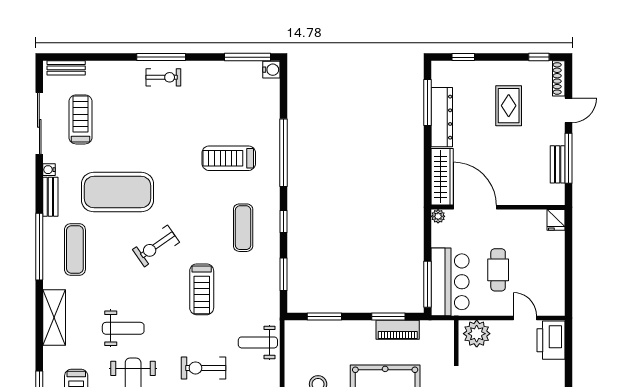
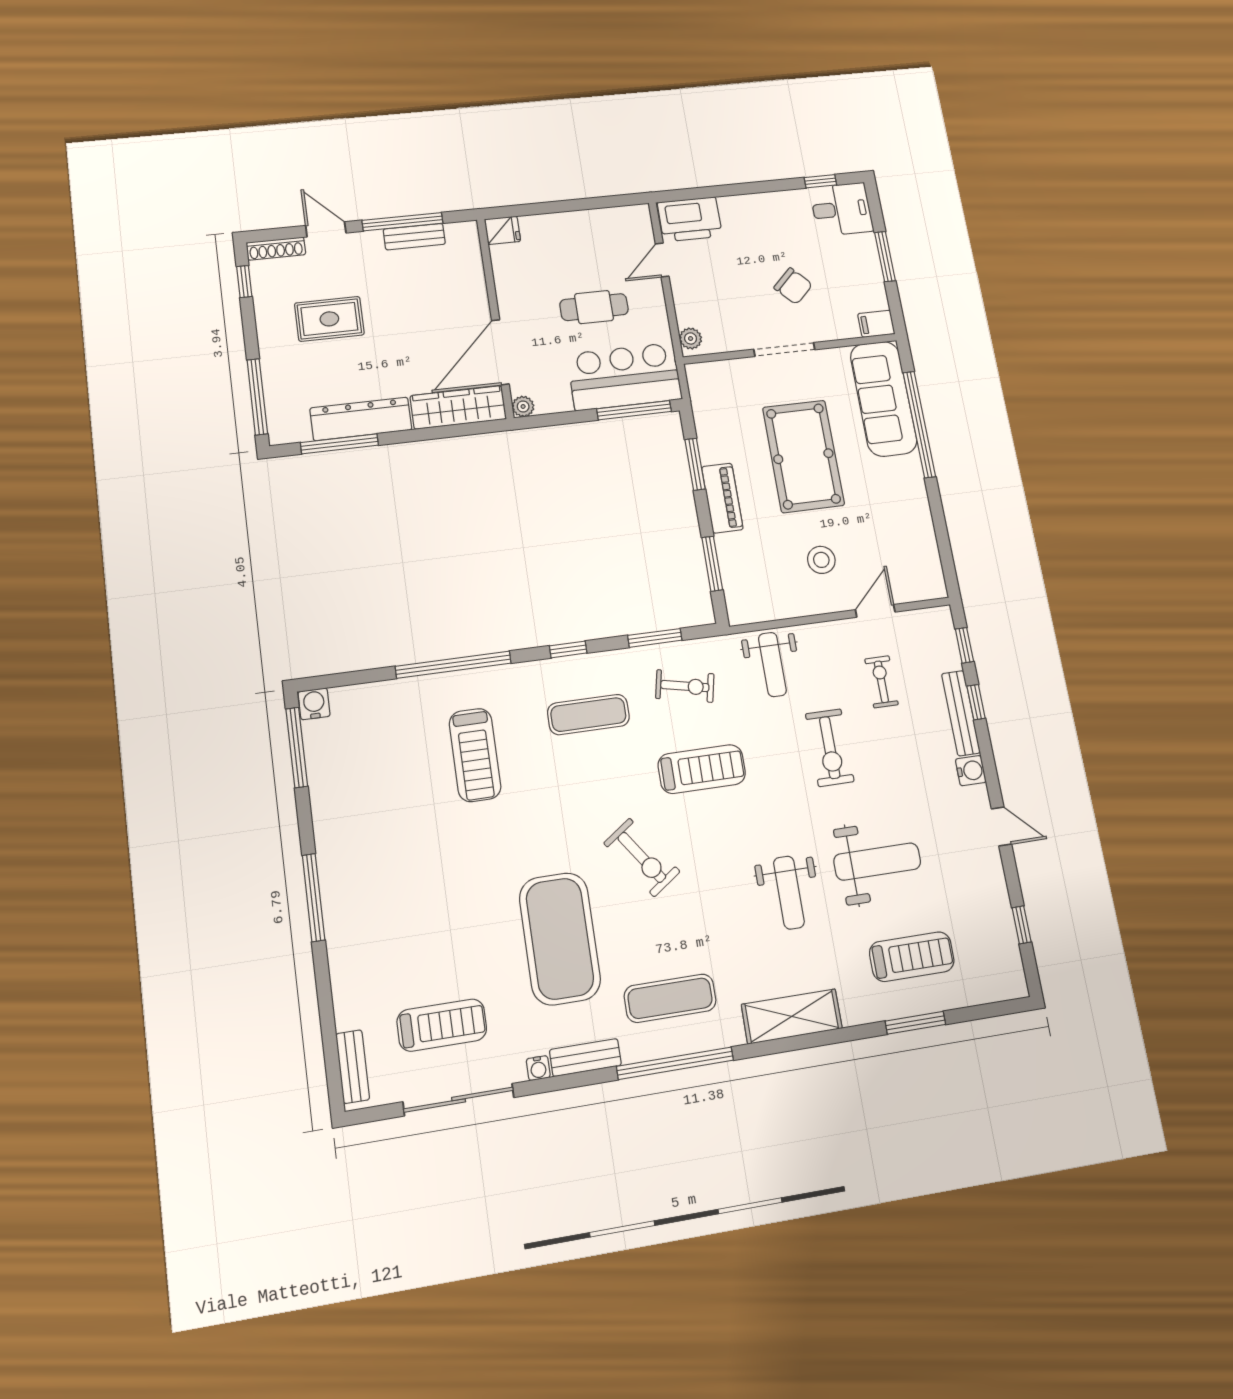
window: (463, 57) -> (257, 397), width x2.17
exercise bike: (163, 77) -> (685, 686), moved, turned 102
treadmill: (80, 119) -> (442, 1025), turned 180
weight bench: (123, 328) -> (789, 893), turned 180
piano: (398, 330) -> (722, 498), moved
plant: (477, 334) -> (691, 338), width x0.53, depth x0.53

